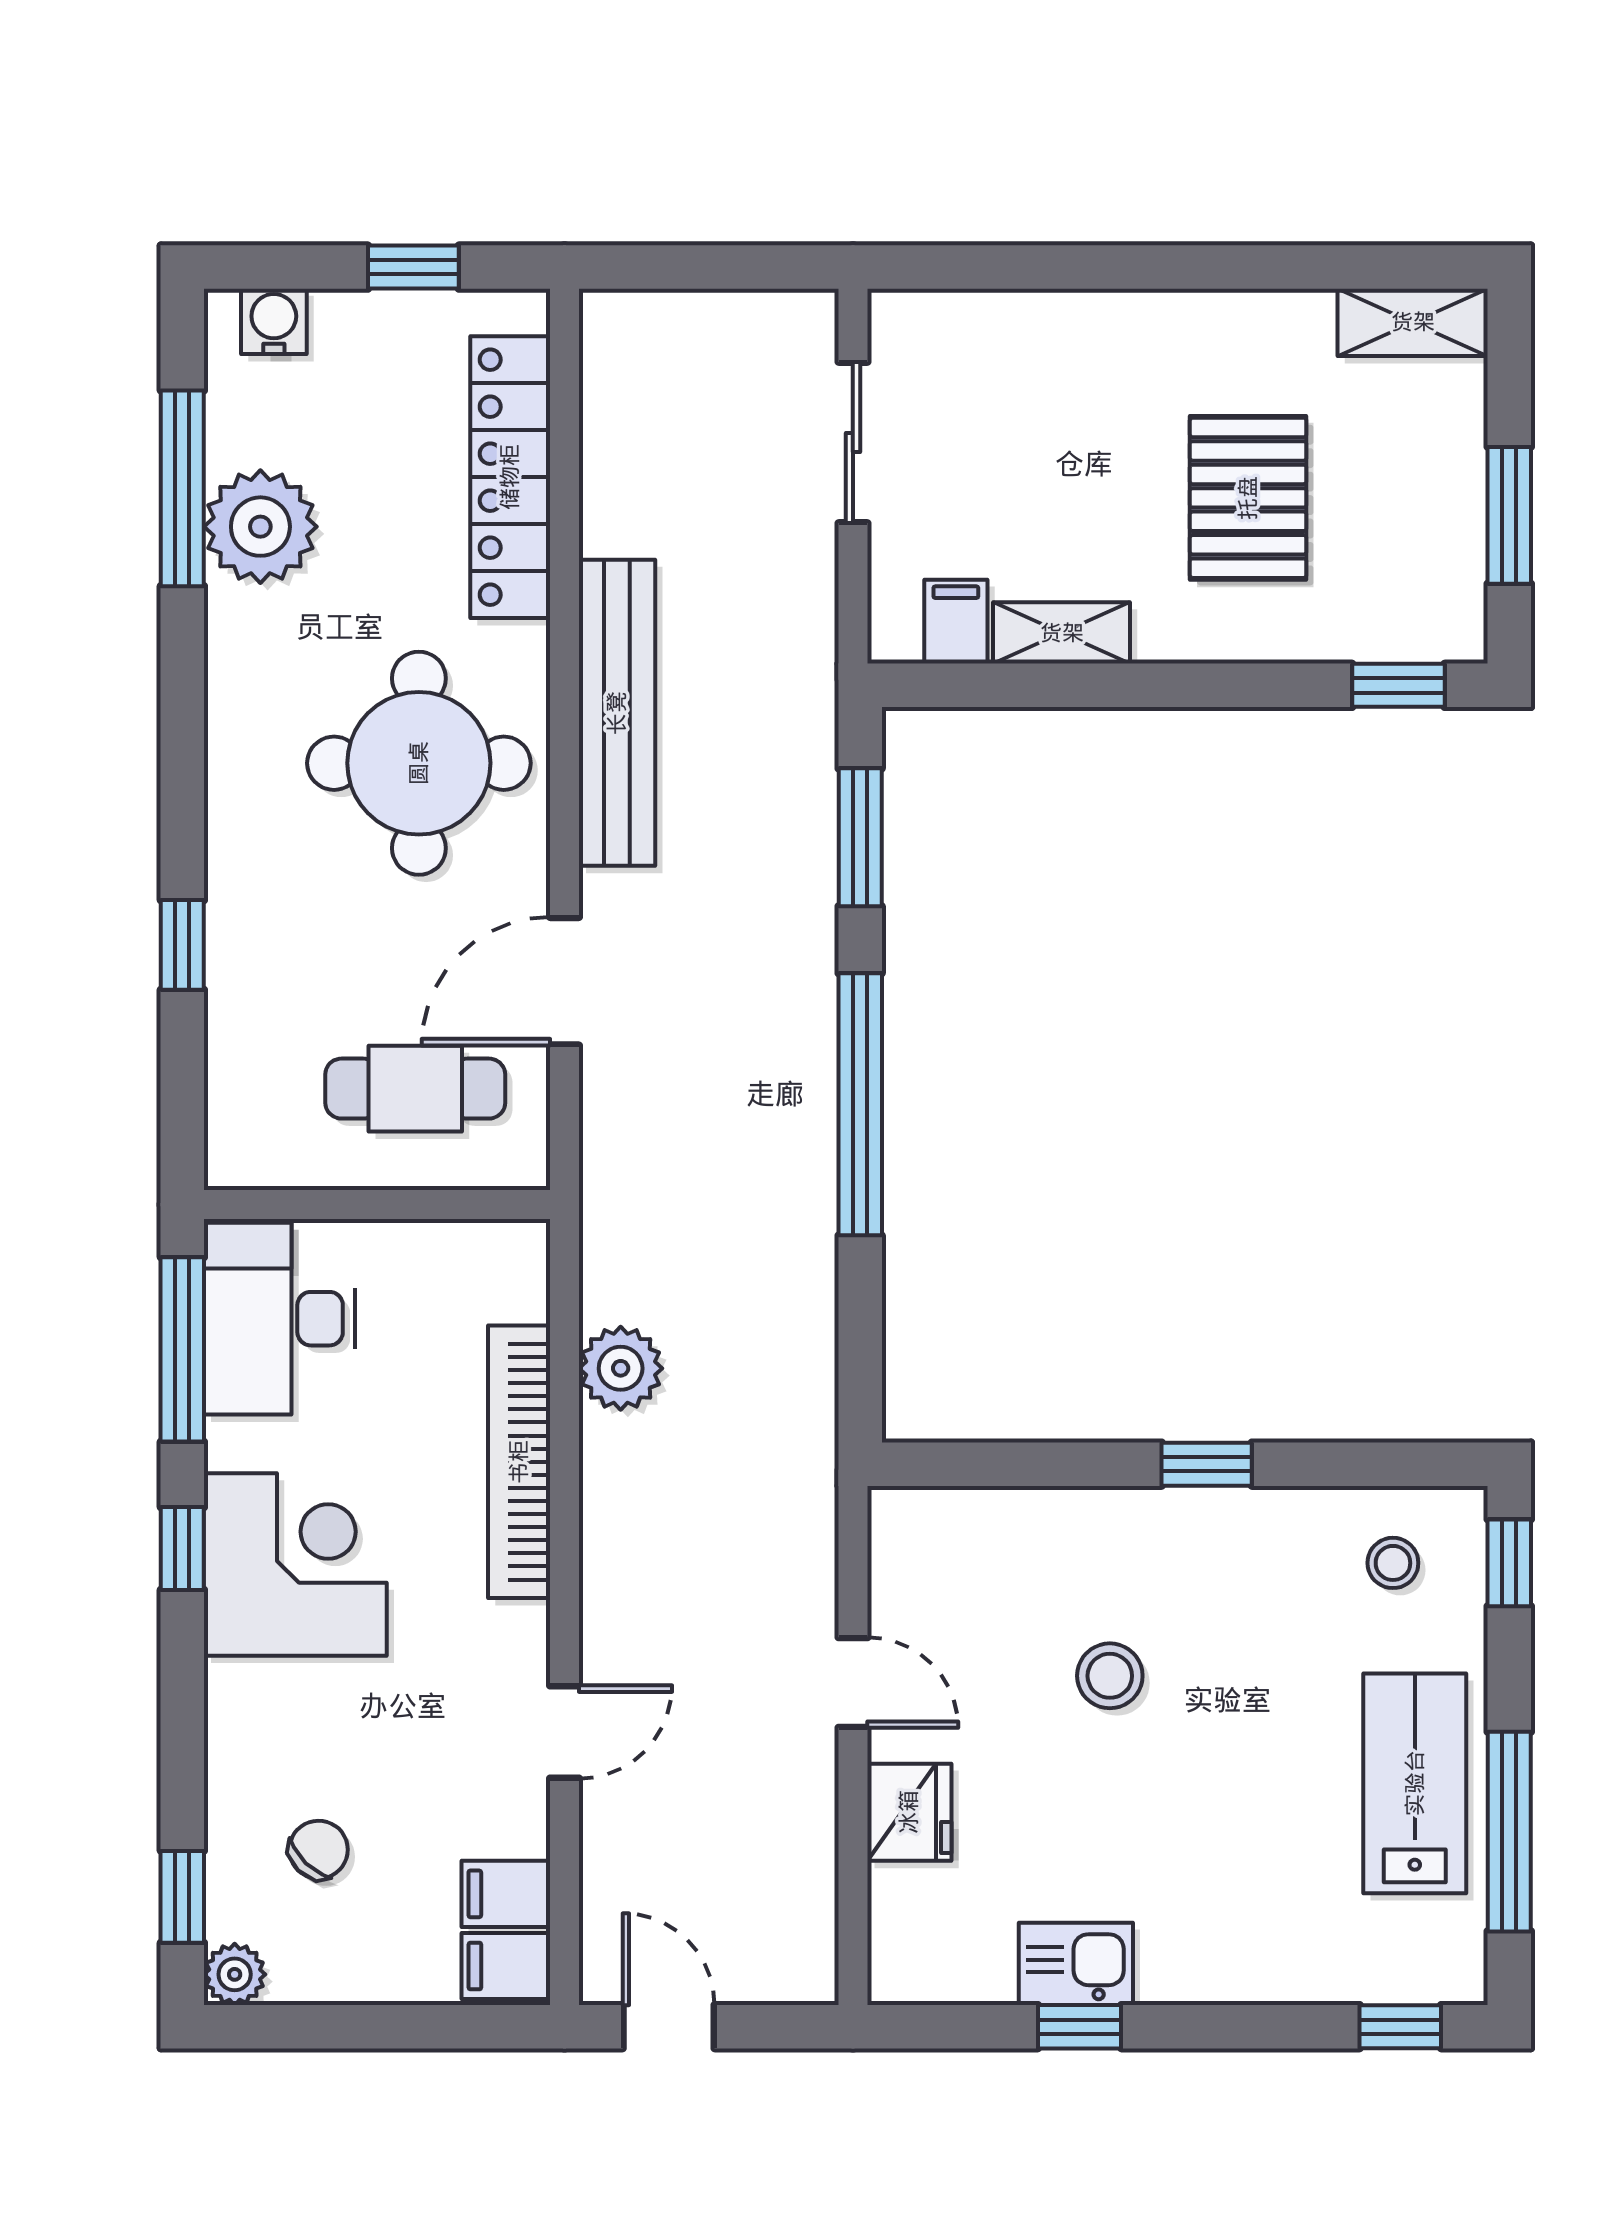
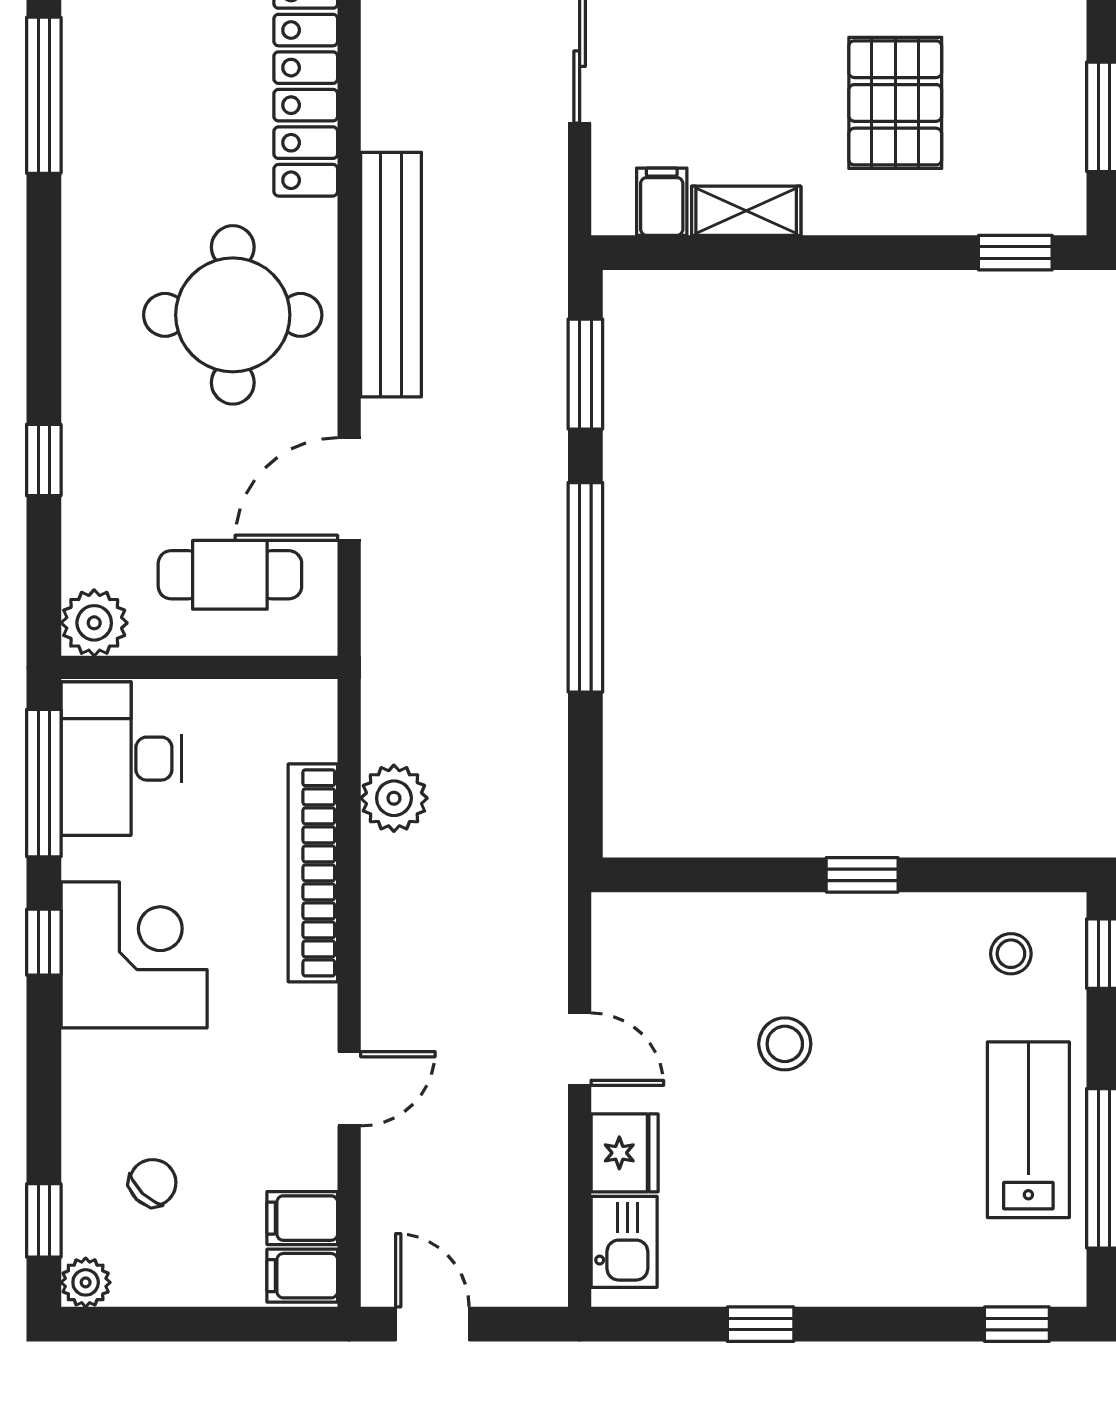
plant: (260, 527) -> (94, 623), moved, width x0.73, depth x0.73
kitchen sink: (1076, 1964) -> (624, 1242), moved, turned 90

